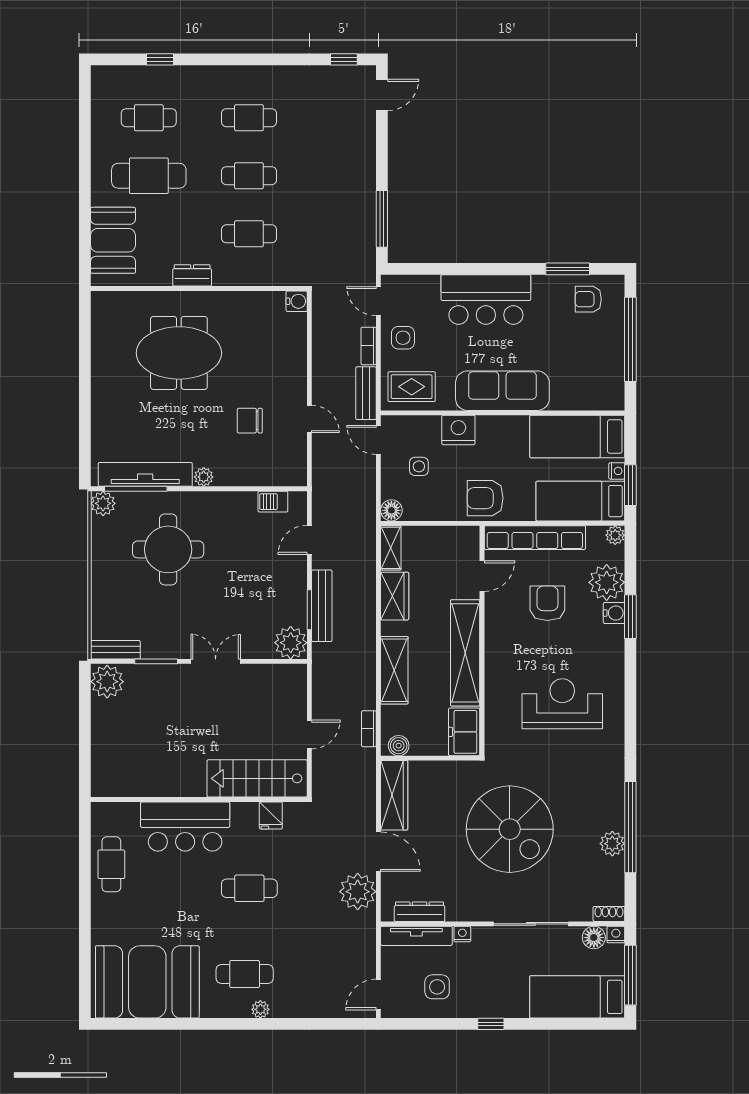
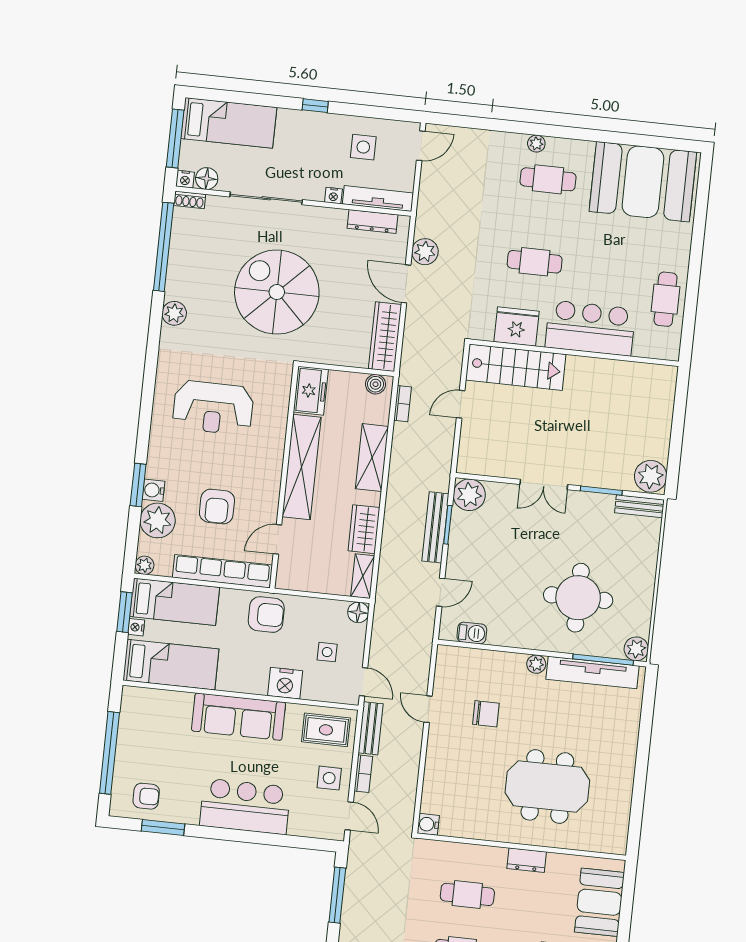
fridge: (271, 815) -> (517, 326), width x1.88, depth x1.34
window: (630, 827) -> (164, 247), moved
plant: (612, 844) -> (174, 313), moved
plant: (358, 892) -> (425, 252), width x0.73, depth x0.73

